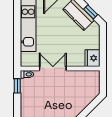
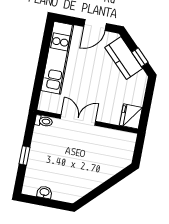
window: (17, 86) -> (24, 155), moved

